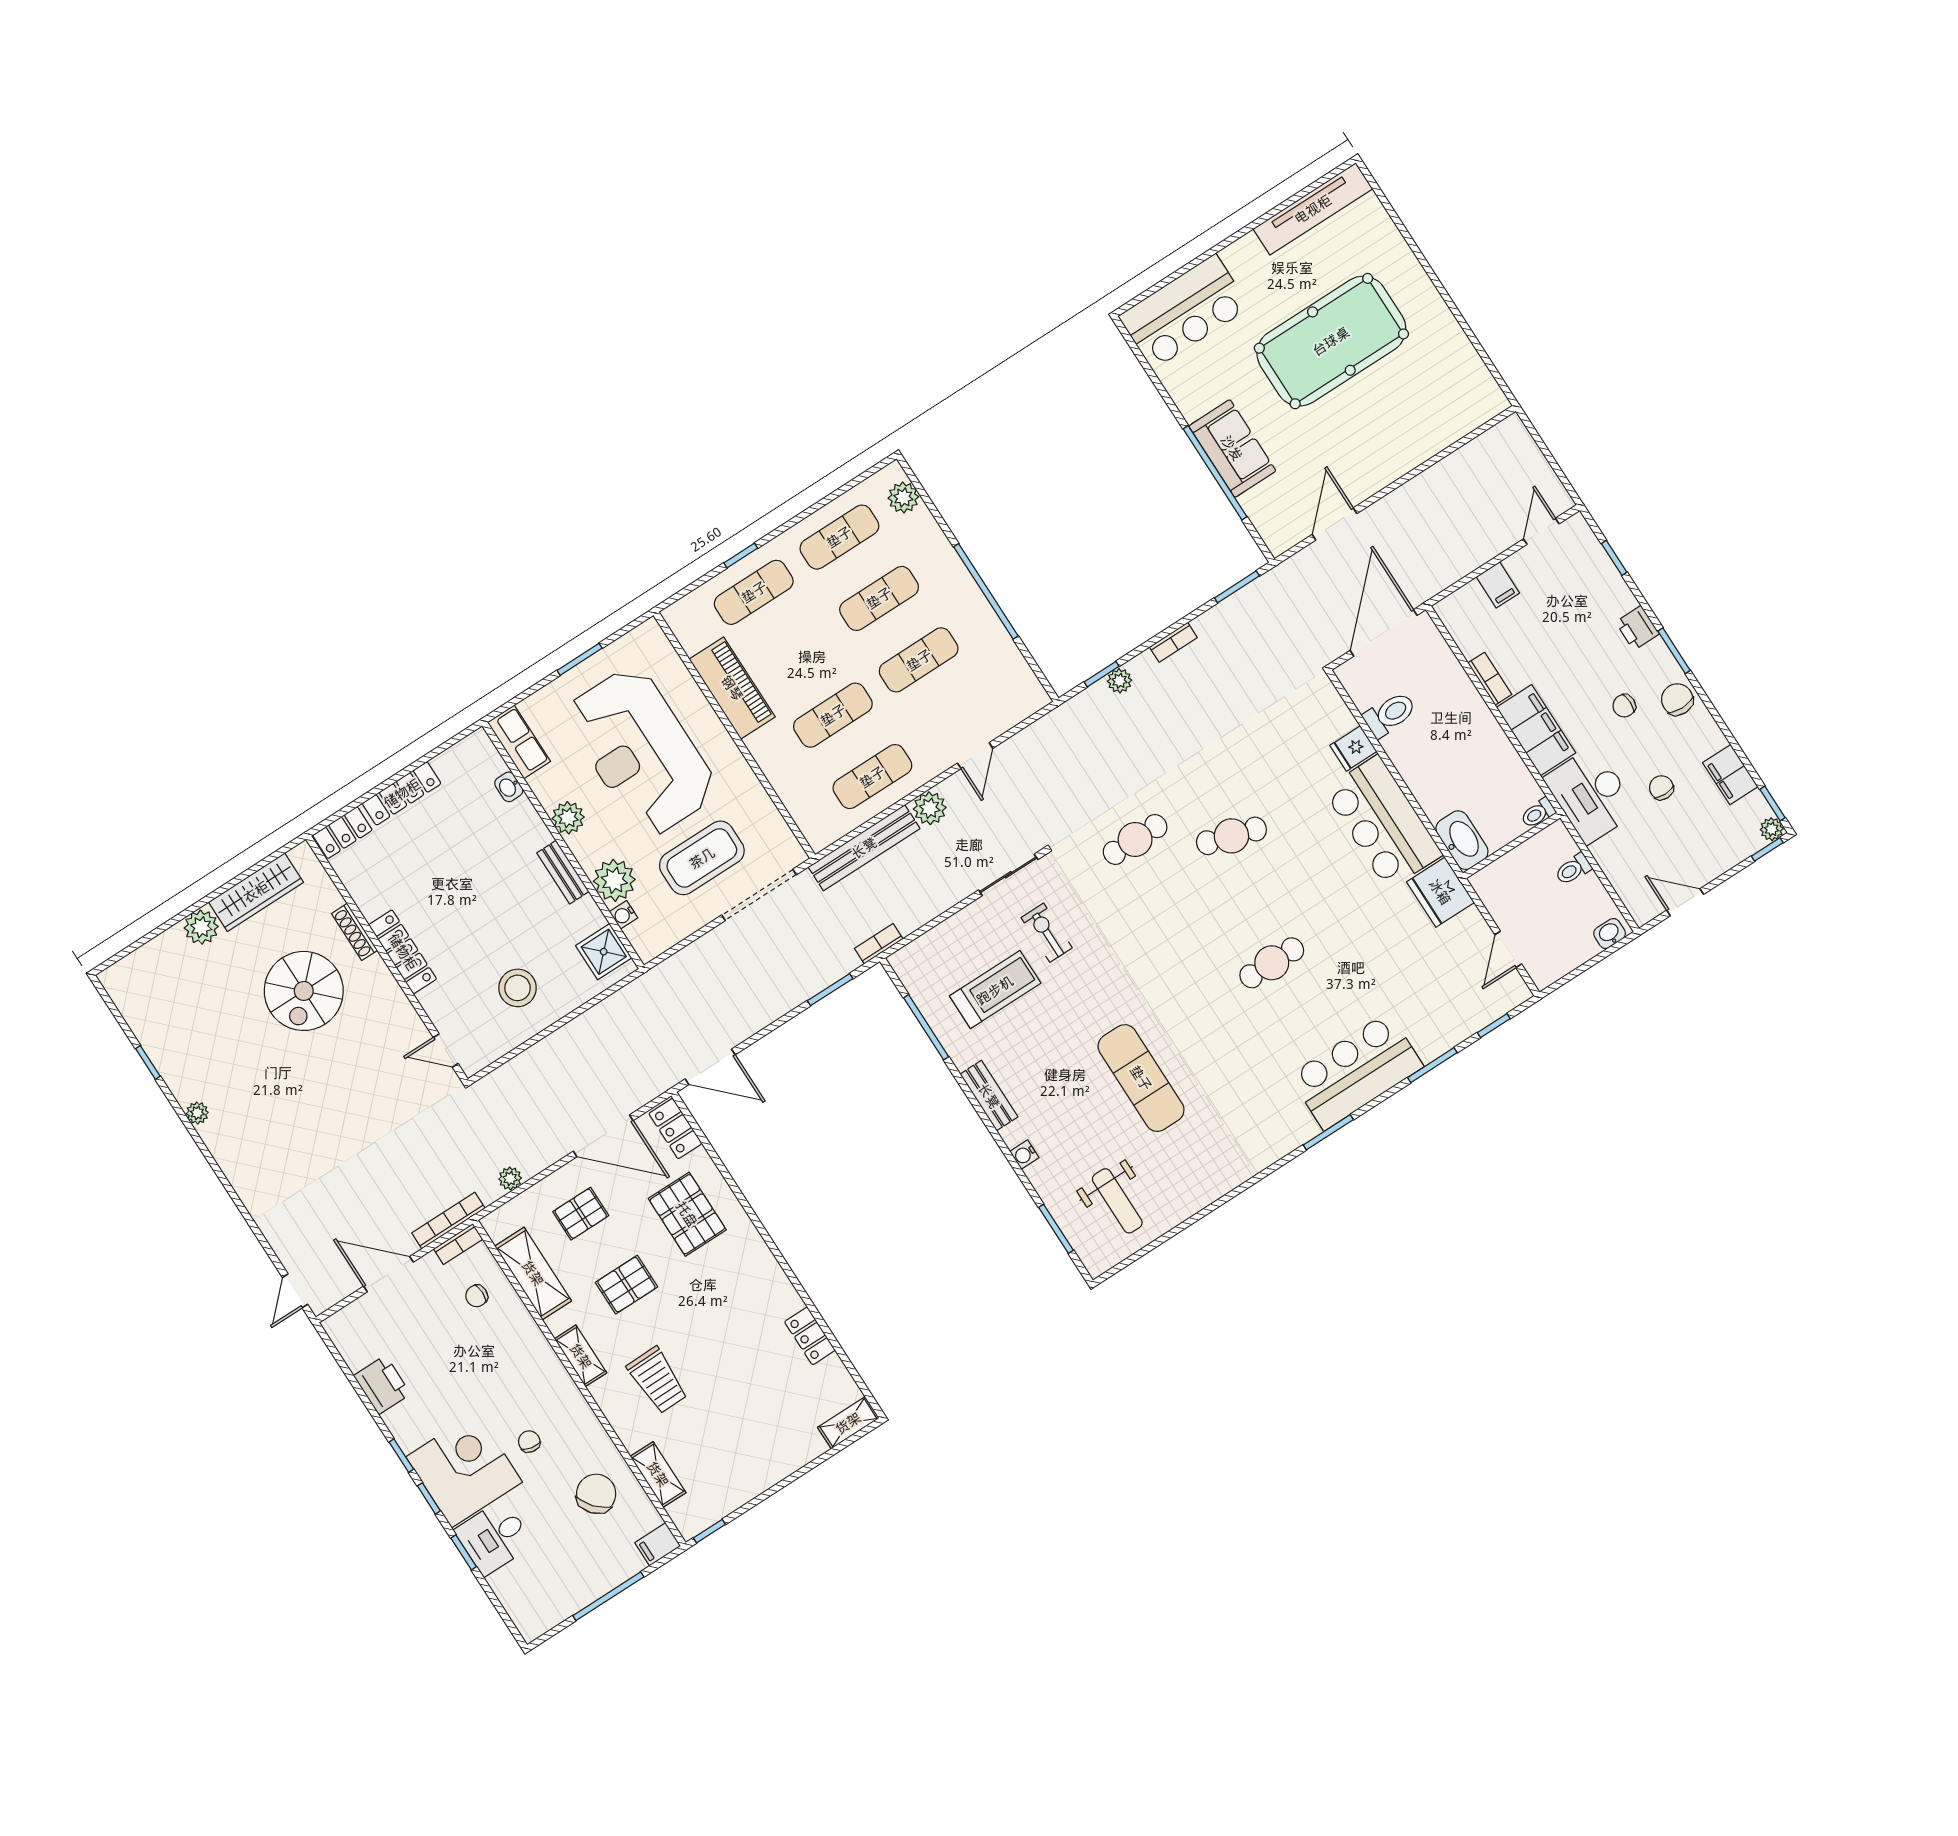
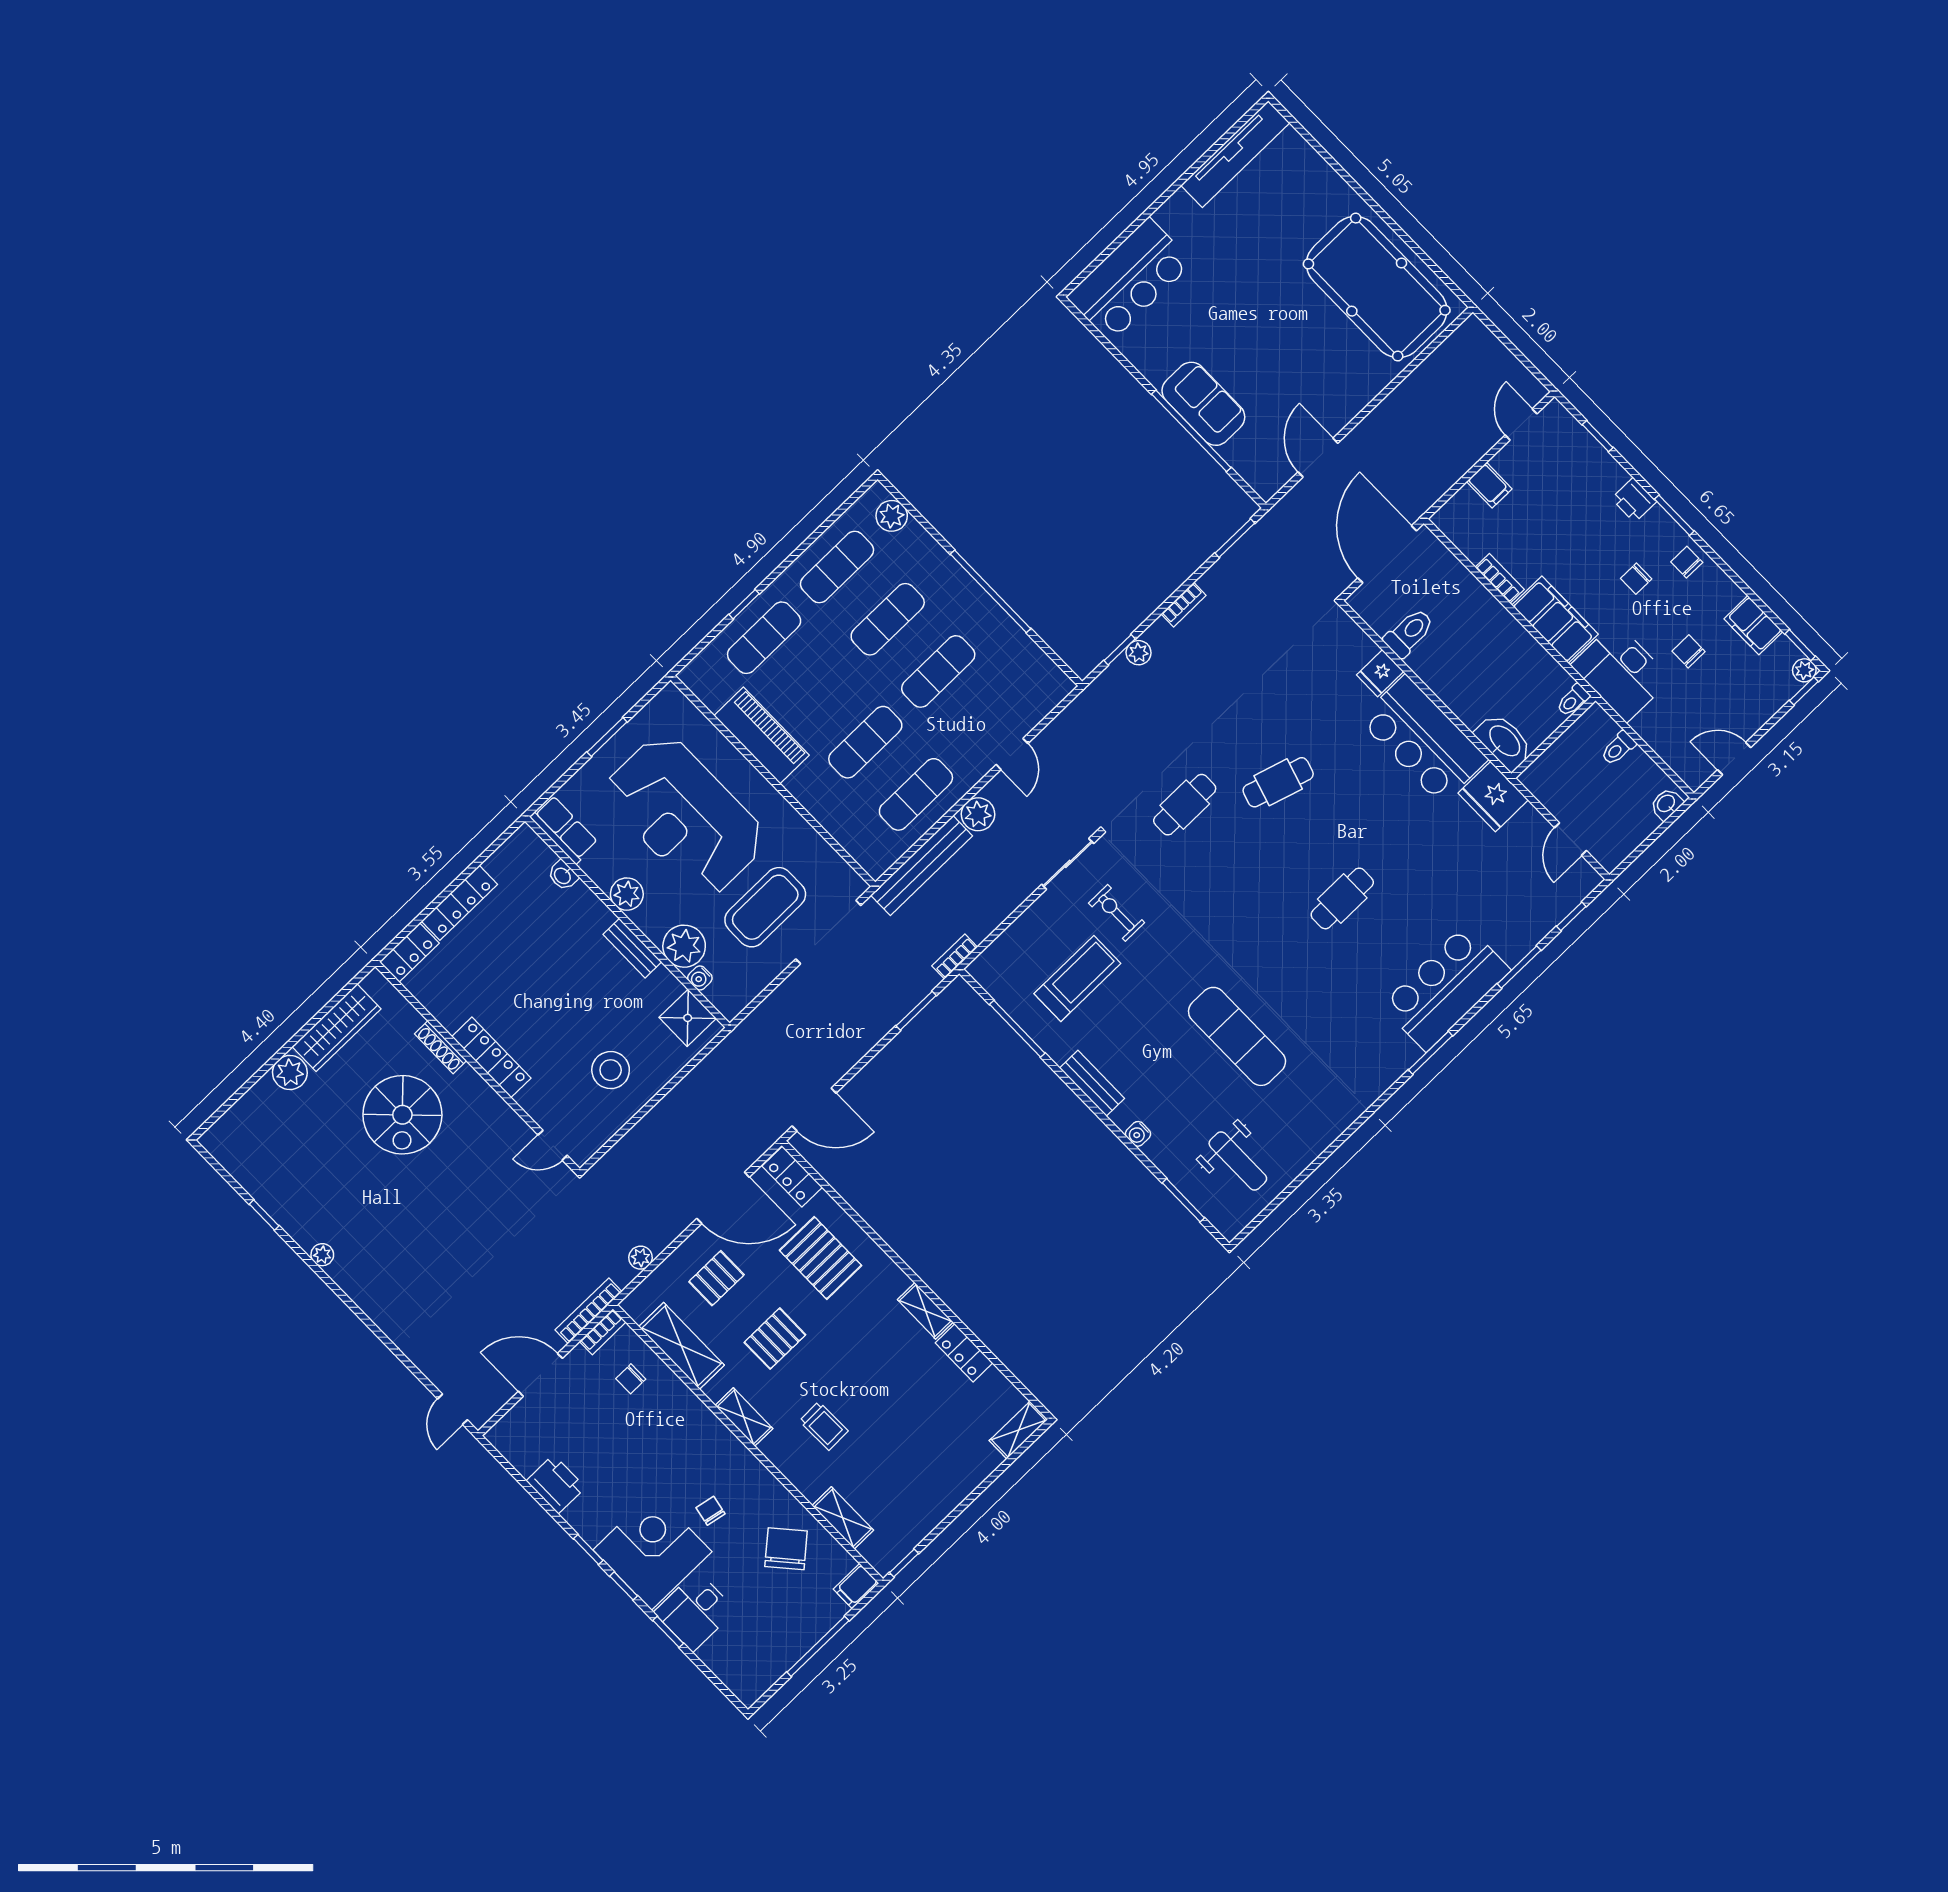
pool table: (1331, 341) -> (1377, 287), moved, turned 90
chair: (1677, 699) -> (1687, 562), width x0.73, depth x0.73
shelving: (780, 1287) -> (925, 1311), added
trolley: (657, 1380) -> (824, 1426), width x0.73, depth x0.72

